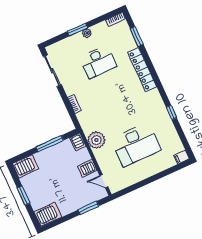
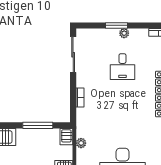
desk: (98, 62) -> (122, 67), width x0.73
plant: (96, 140) -> (81, 143), width x0.53, depth x0.53

